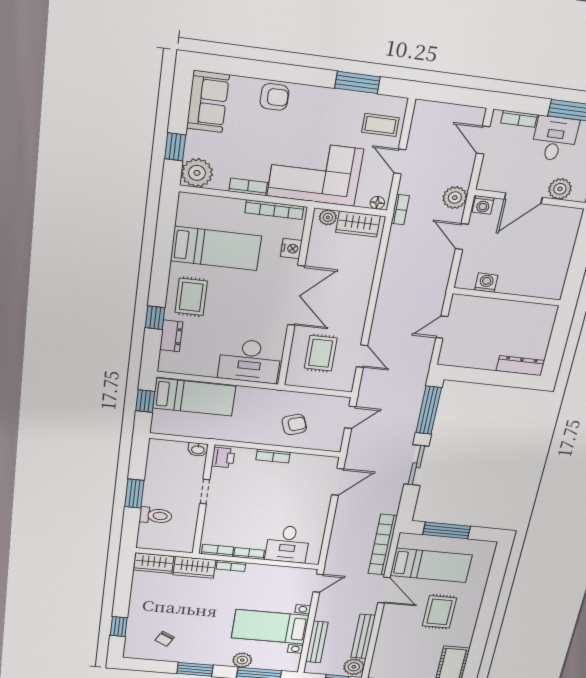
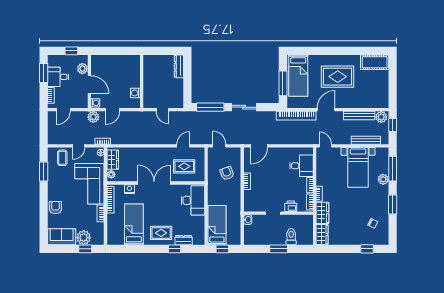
plant: (197, 173) -> (84, 238), moved
printer: (223, 458) -> (291, 206), moved
door: (338, 482) -> (259, 146), swing flipped
bed: (431, 565) -> (298, 76), moved, turned 180
rug: (440, 612) -> (338, 77), width x1.36, depth x1.43

